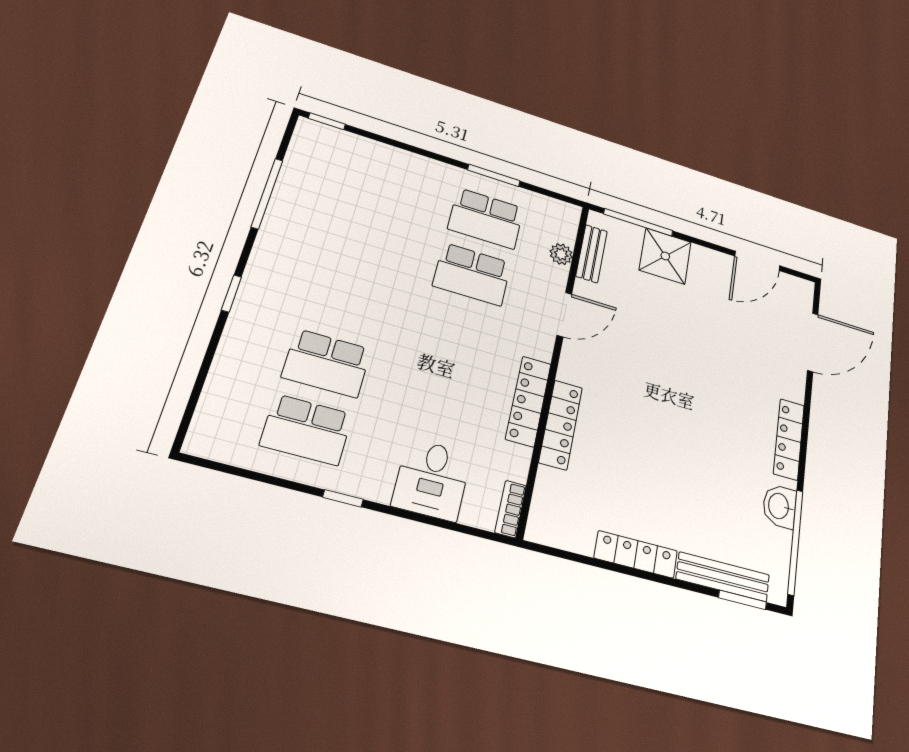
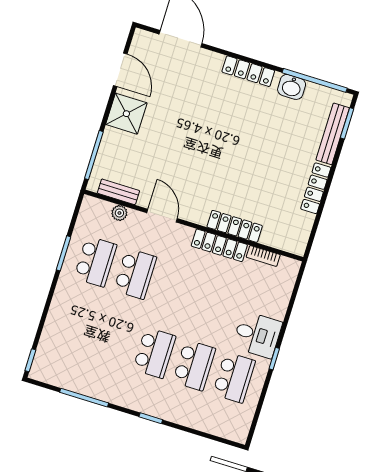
shower: (665, 256) -> (126, 114), moved
school desk: (346, 300) -> (154, 353), added
desk: (432, 480) -> (257, 335), moved
bookcase: (511, 509) -> (263, 256), moved

